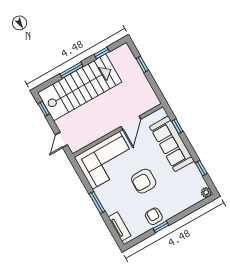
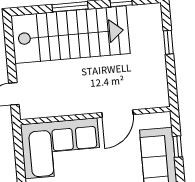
window: (44, 109) -> (9, 41), removed

